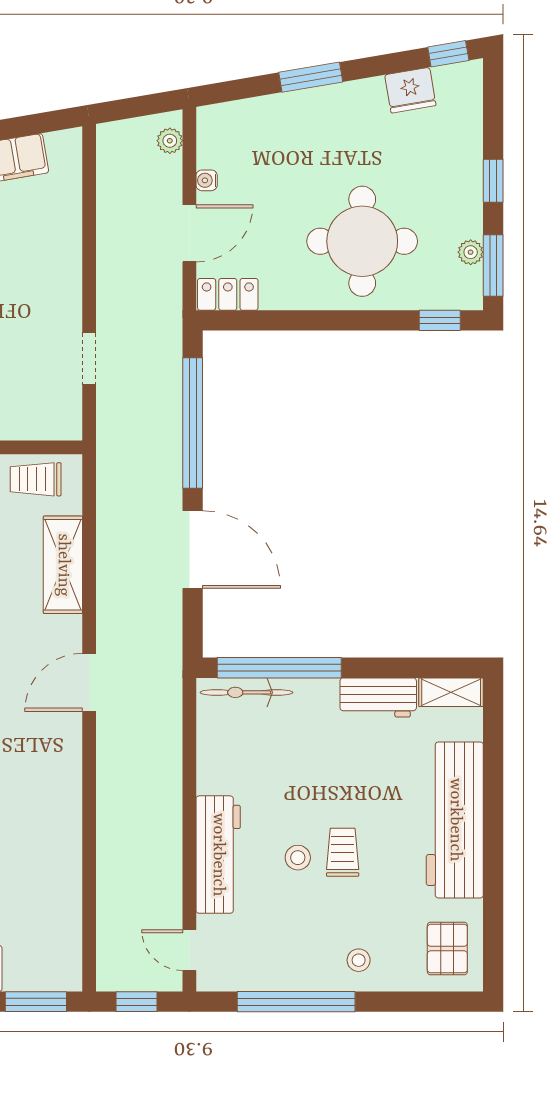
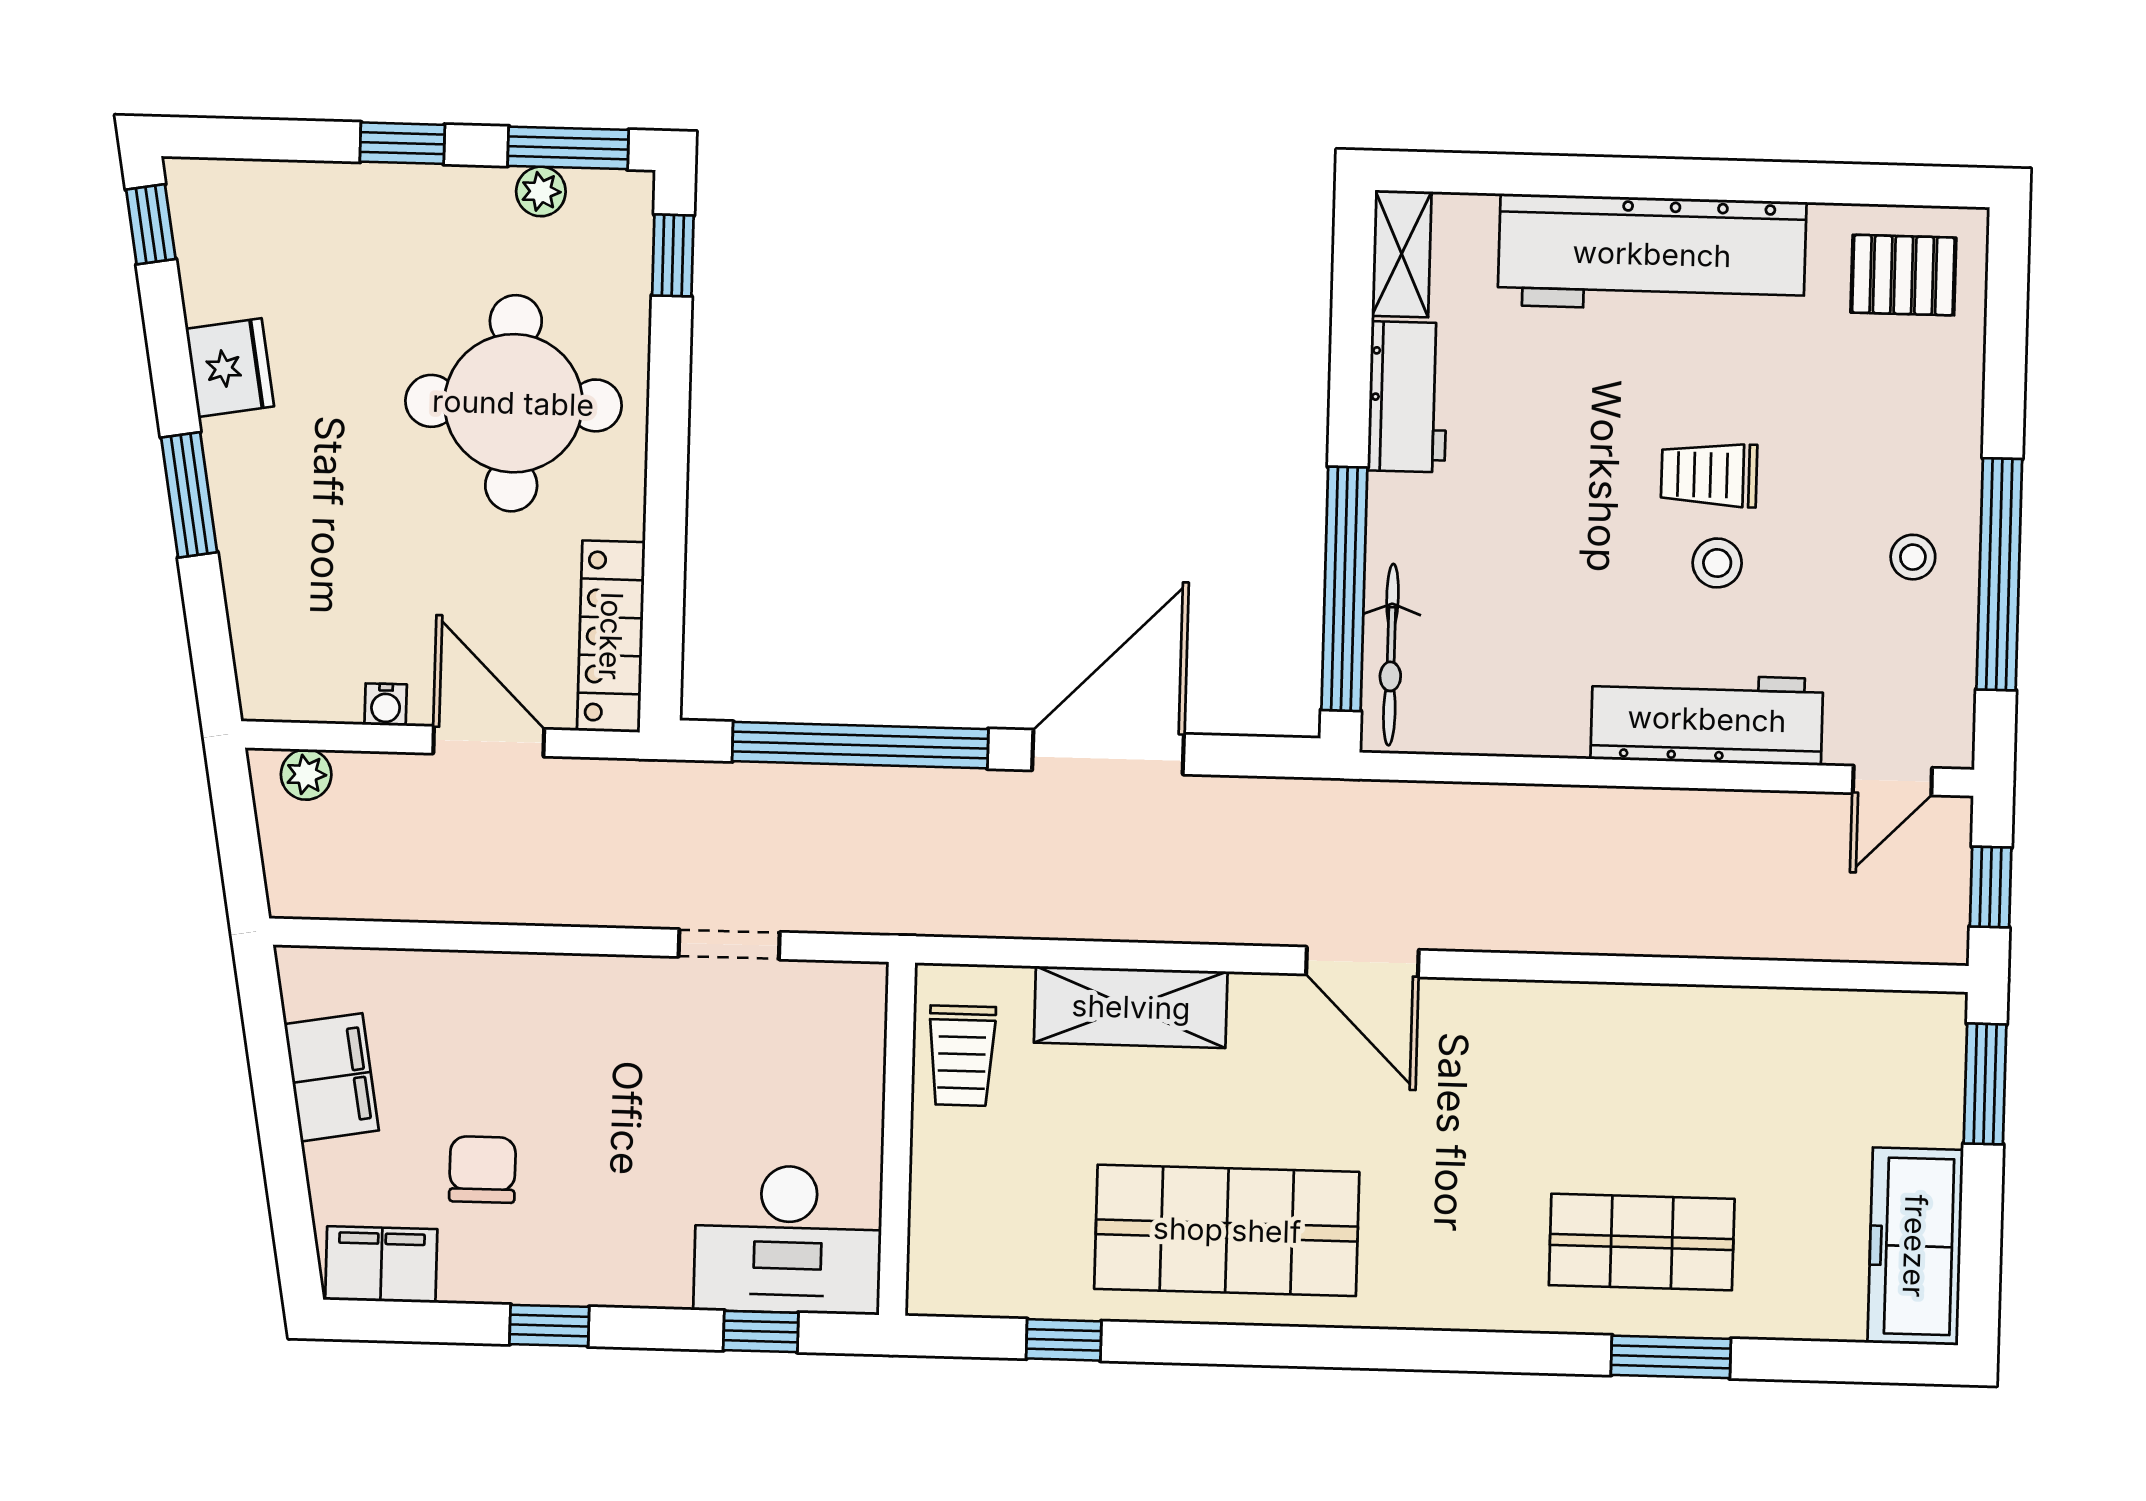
fridge: (410, 90) -> (230, 368), moved
locker: (228, 294) -> (611, 636), width x1.53
stool: (359, 960) -> (1913, 557), moved

